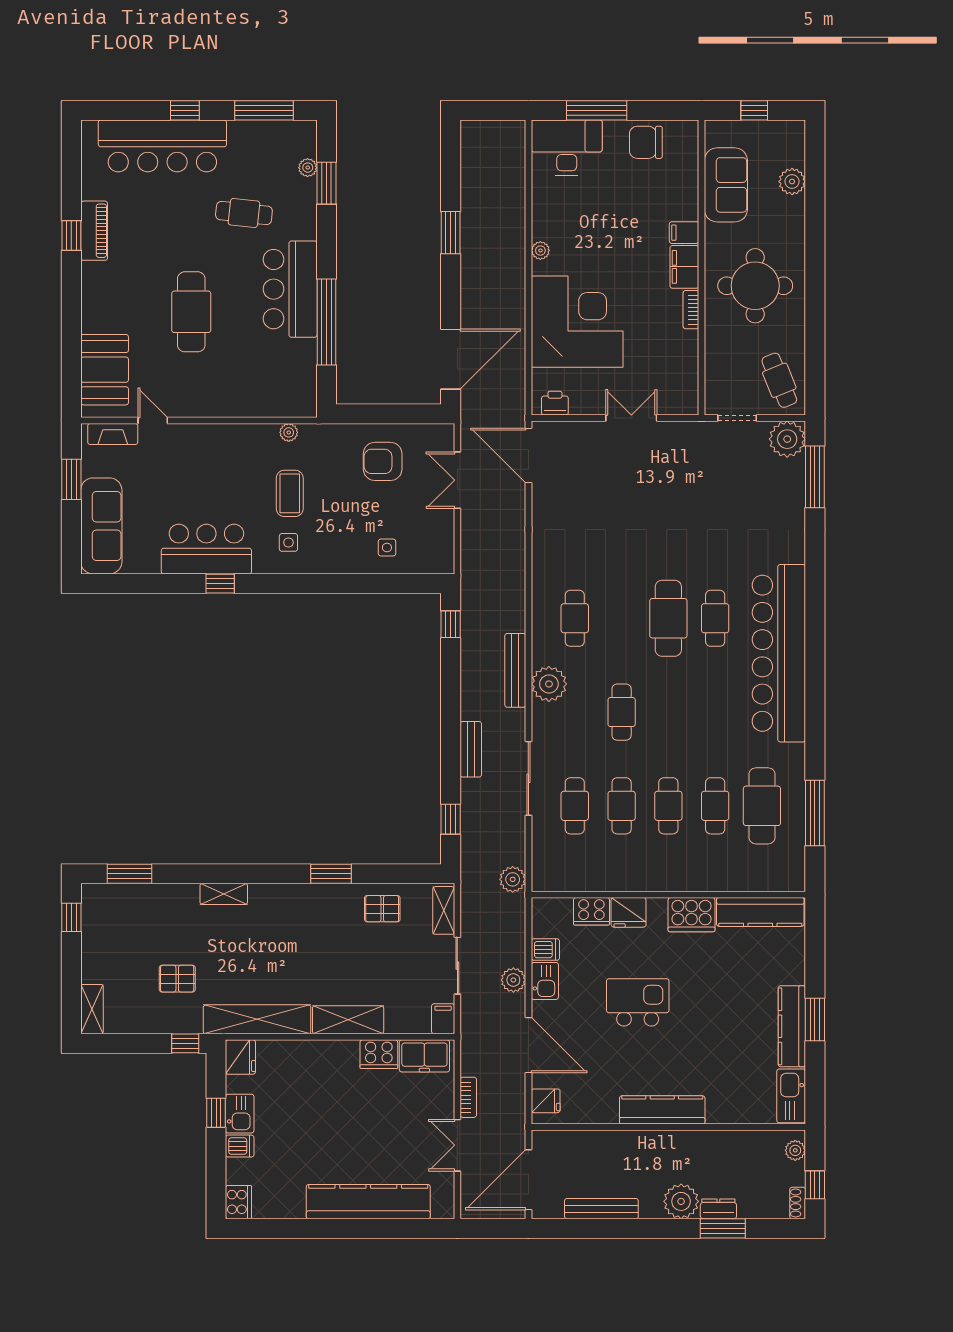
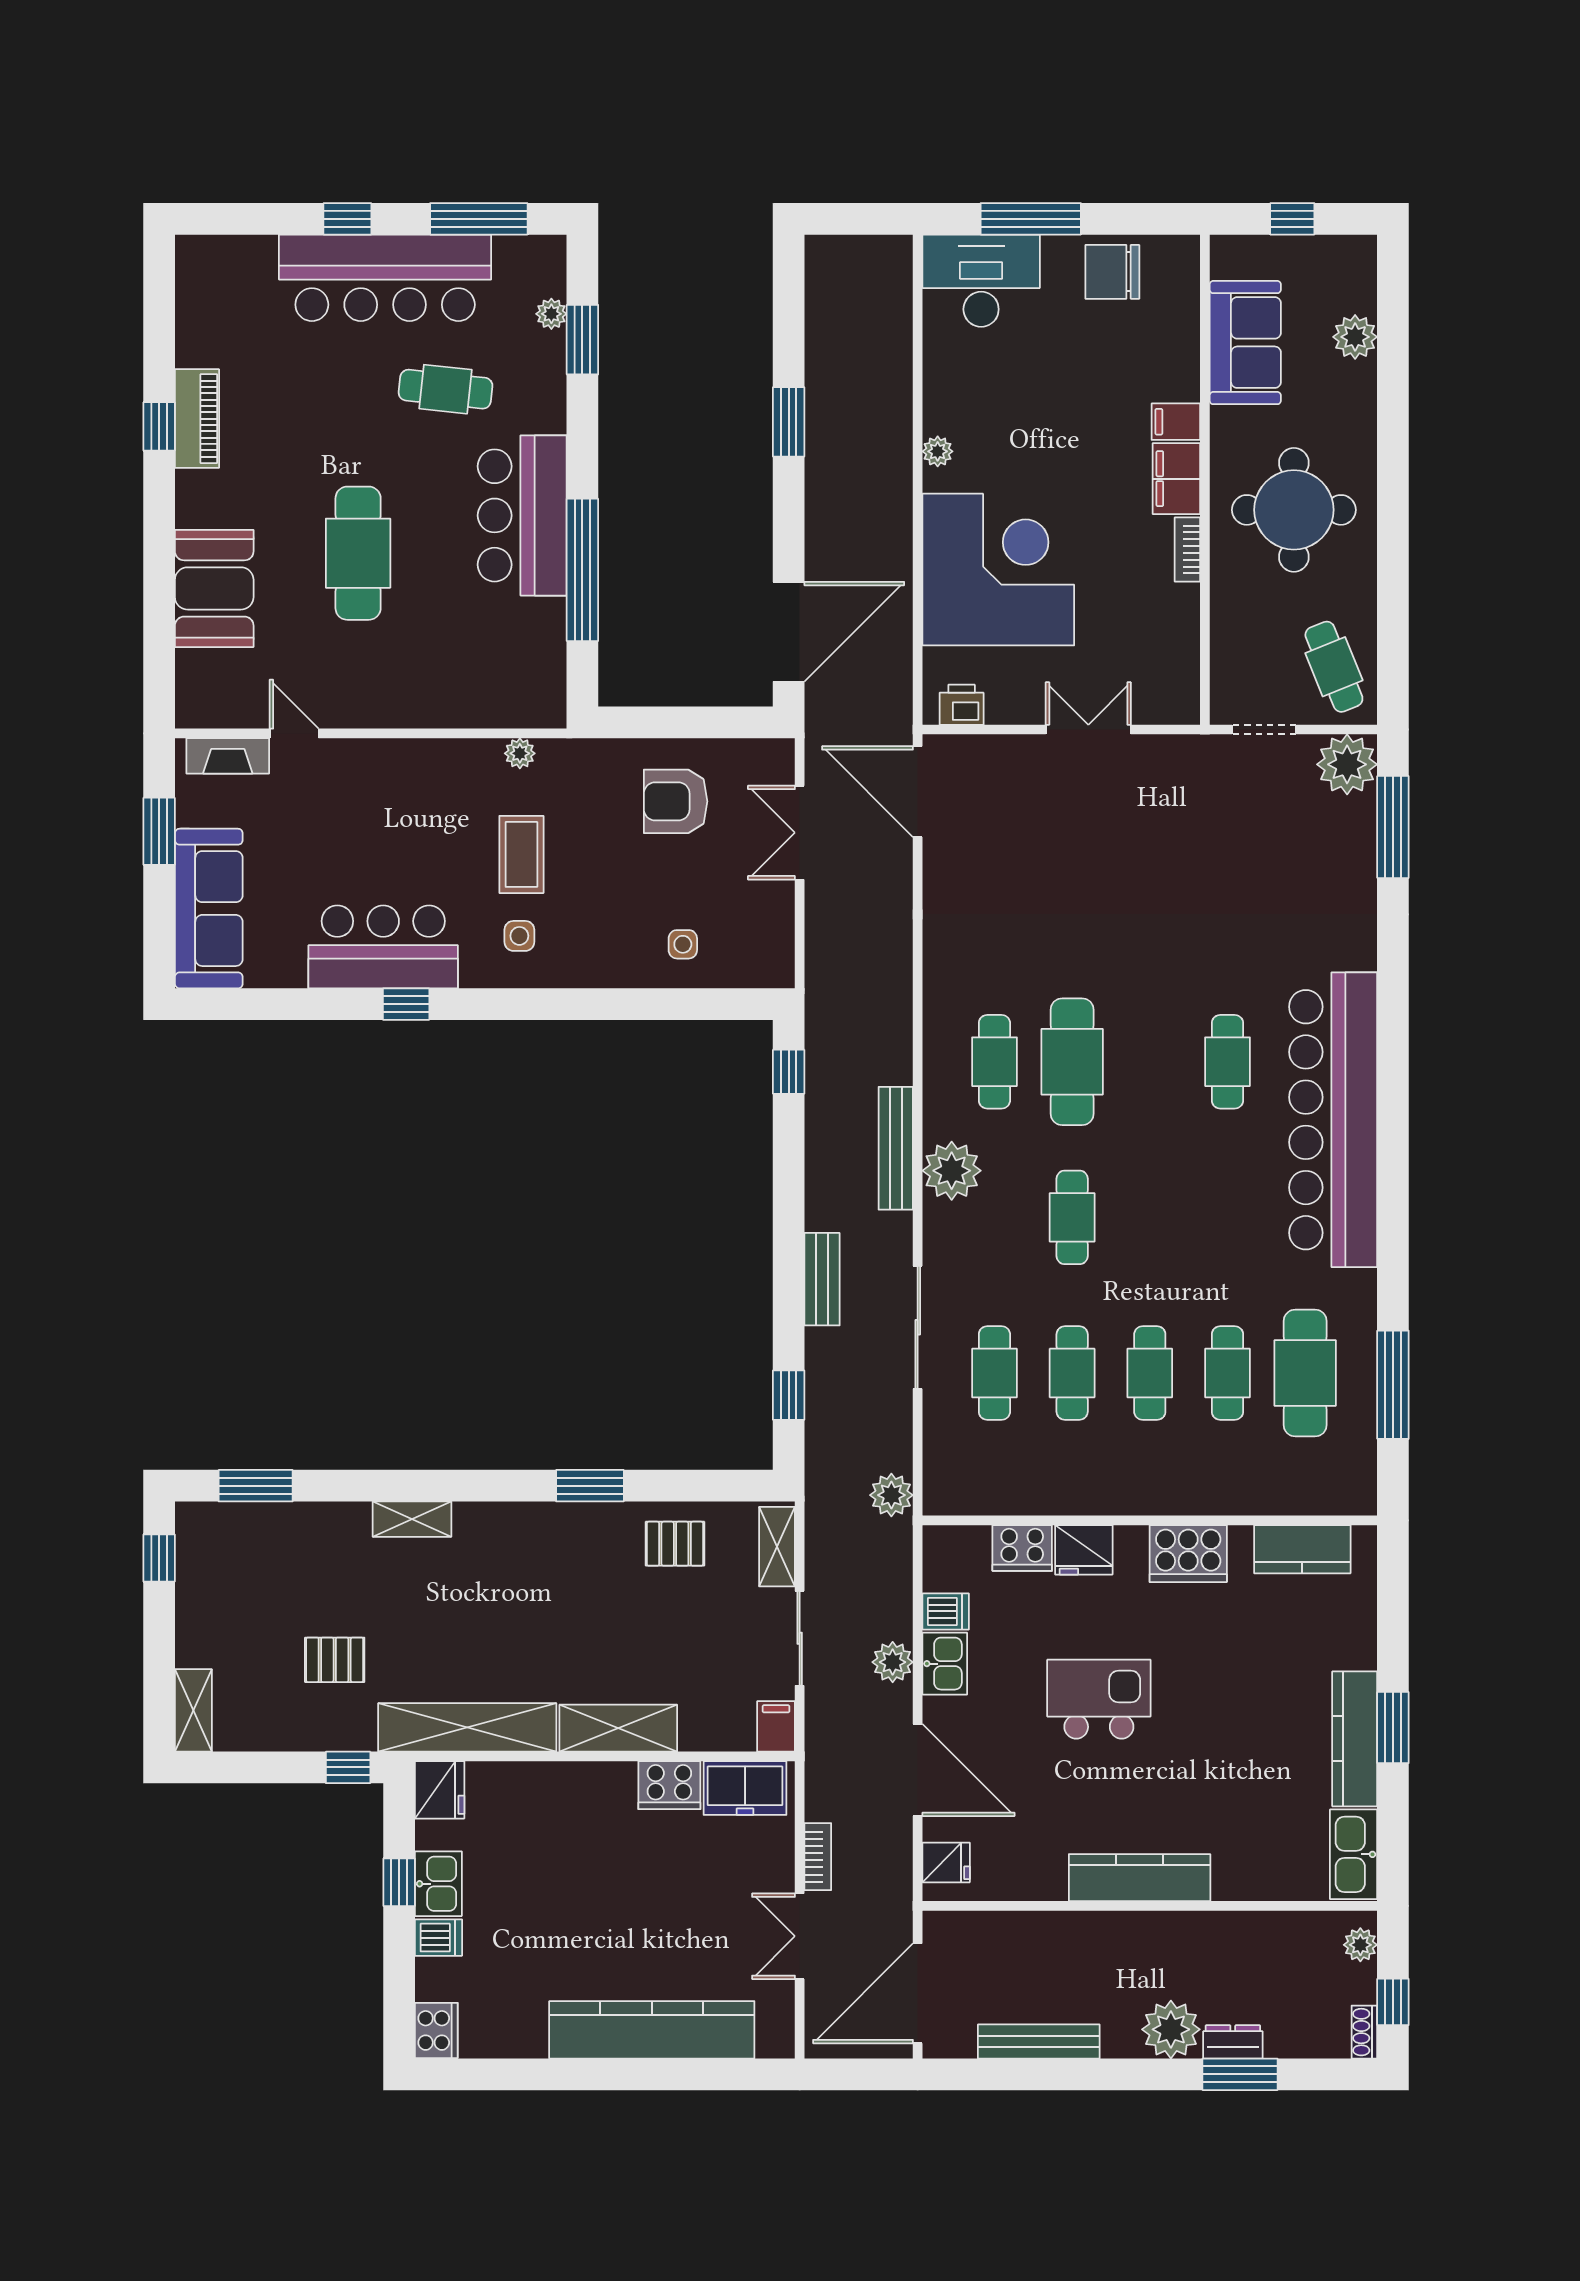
bar counter: (162, 146) -> (385, 278), moved
booth: (105, 370) -> (214, 588), moved
cafe table: (668, 618) -> (1072, 1062), moved
kitchen counter: (760, 912) -> (1302, 1549), width x0.67

